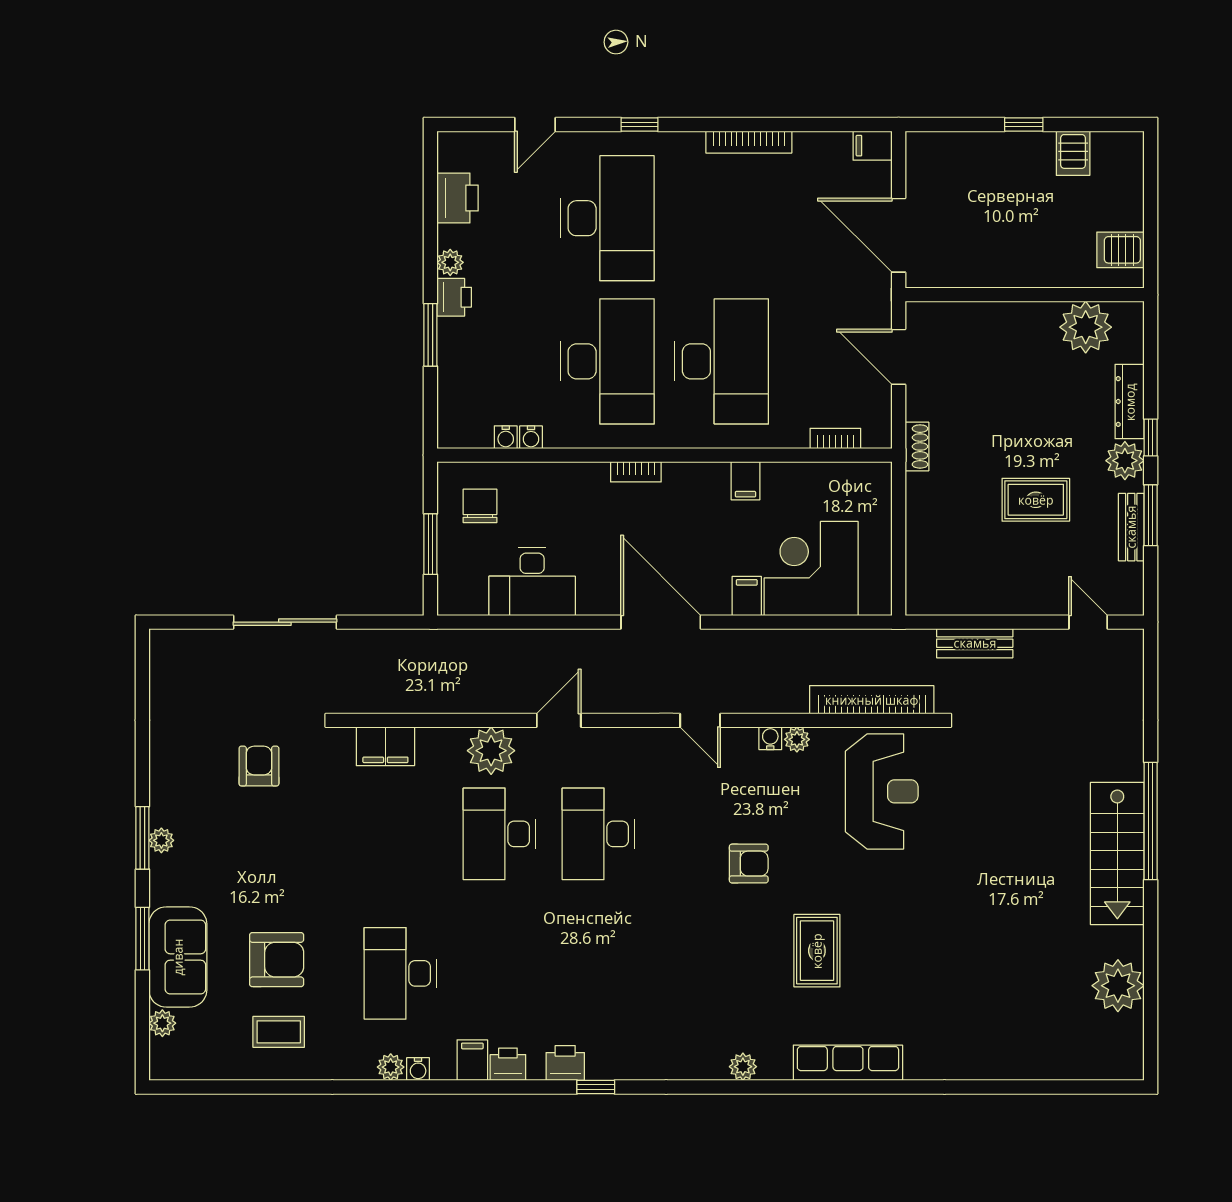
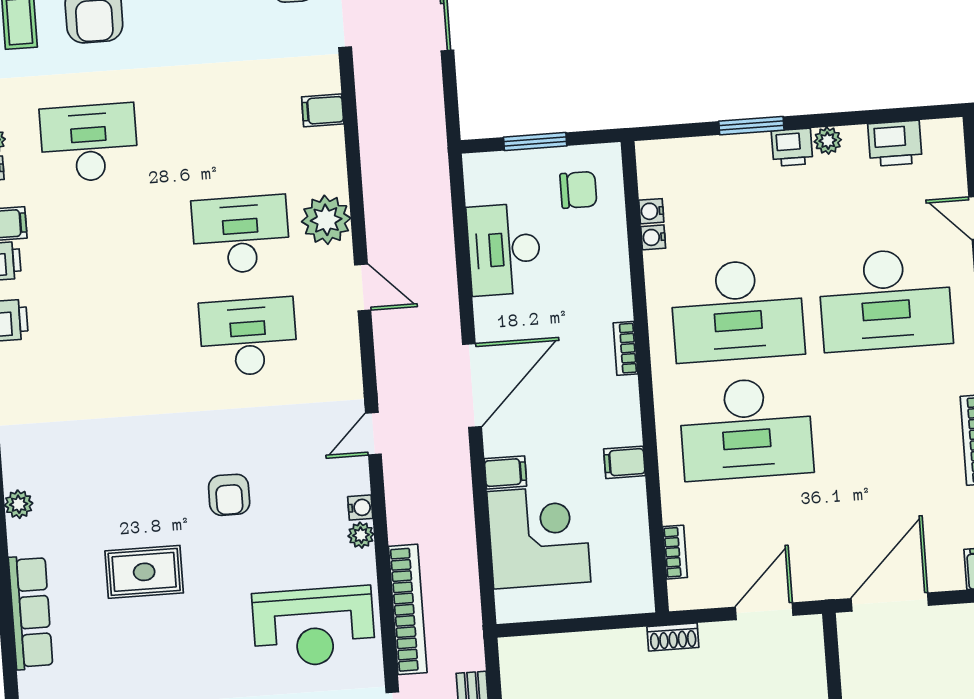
filing cabinet: (385, 746) -> (323, 110), width x0.50

